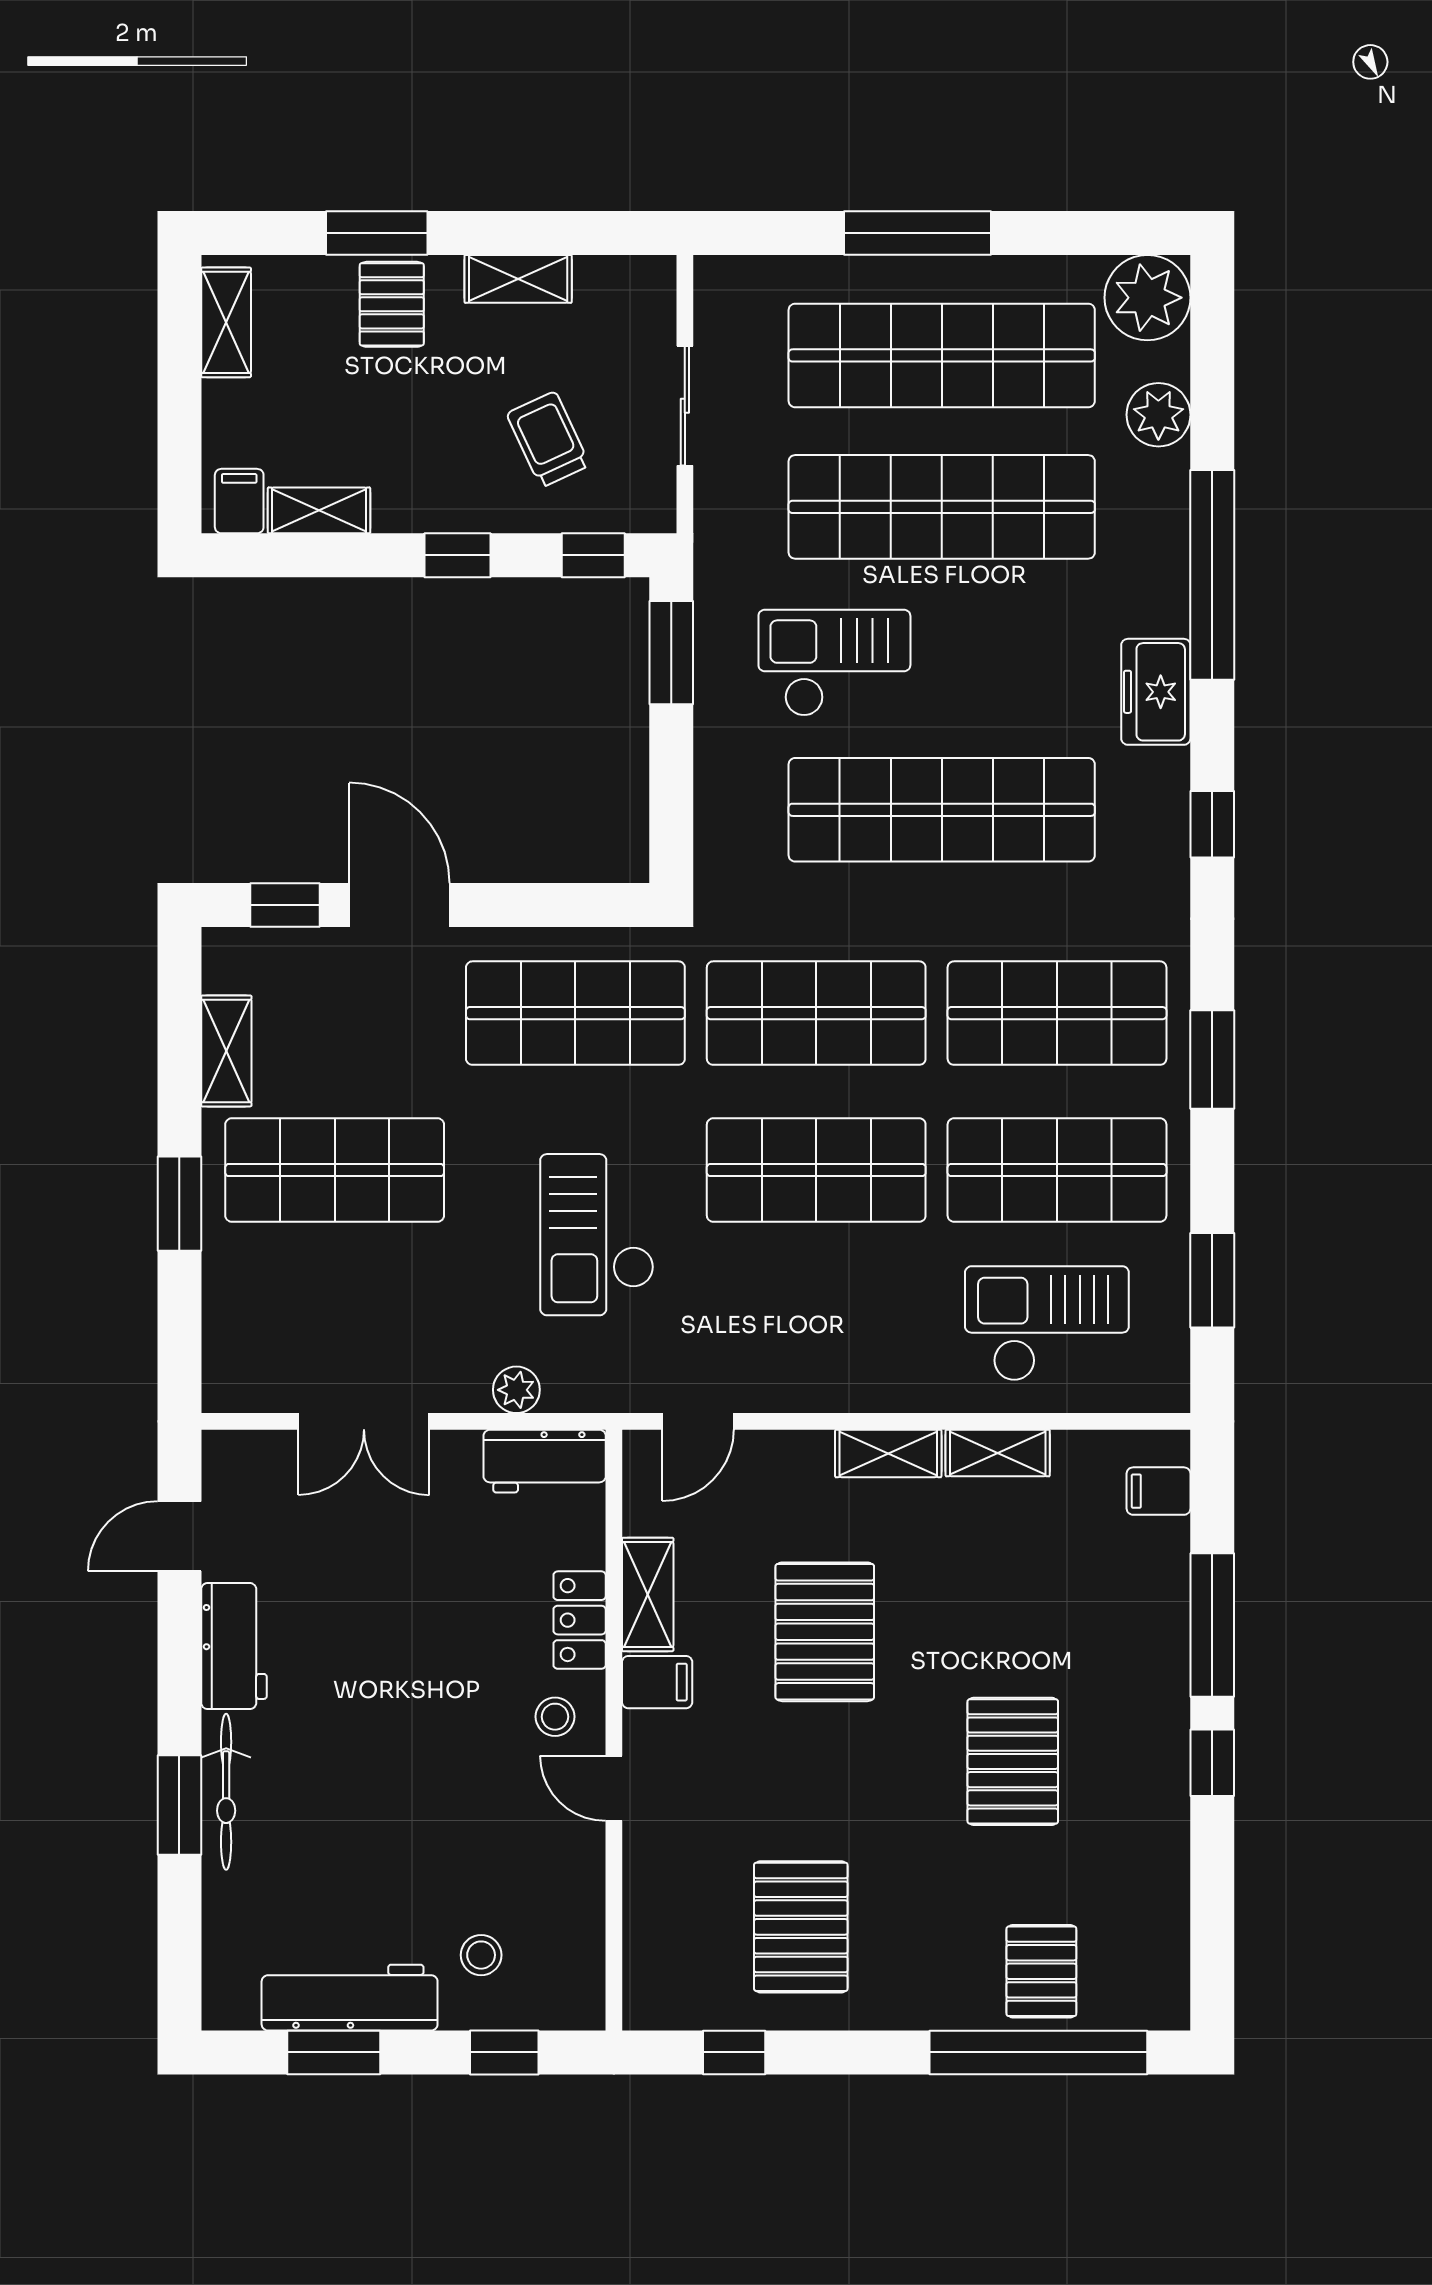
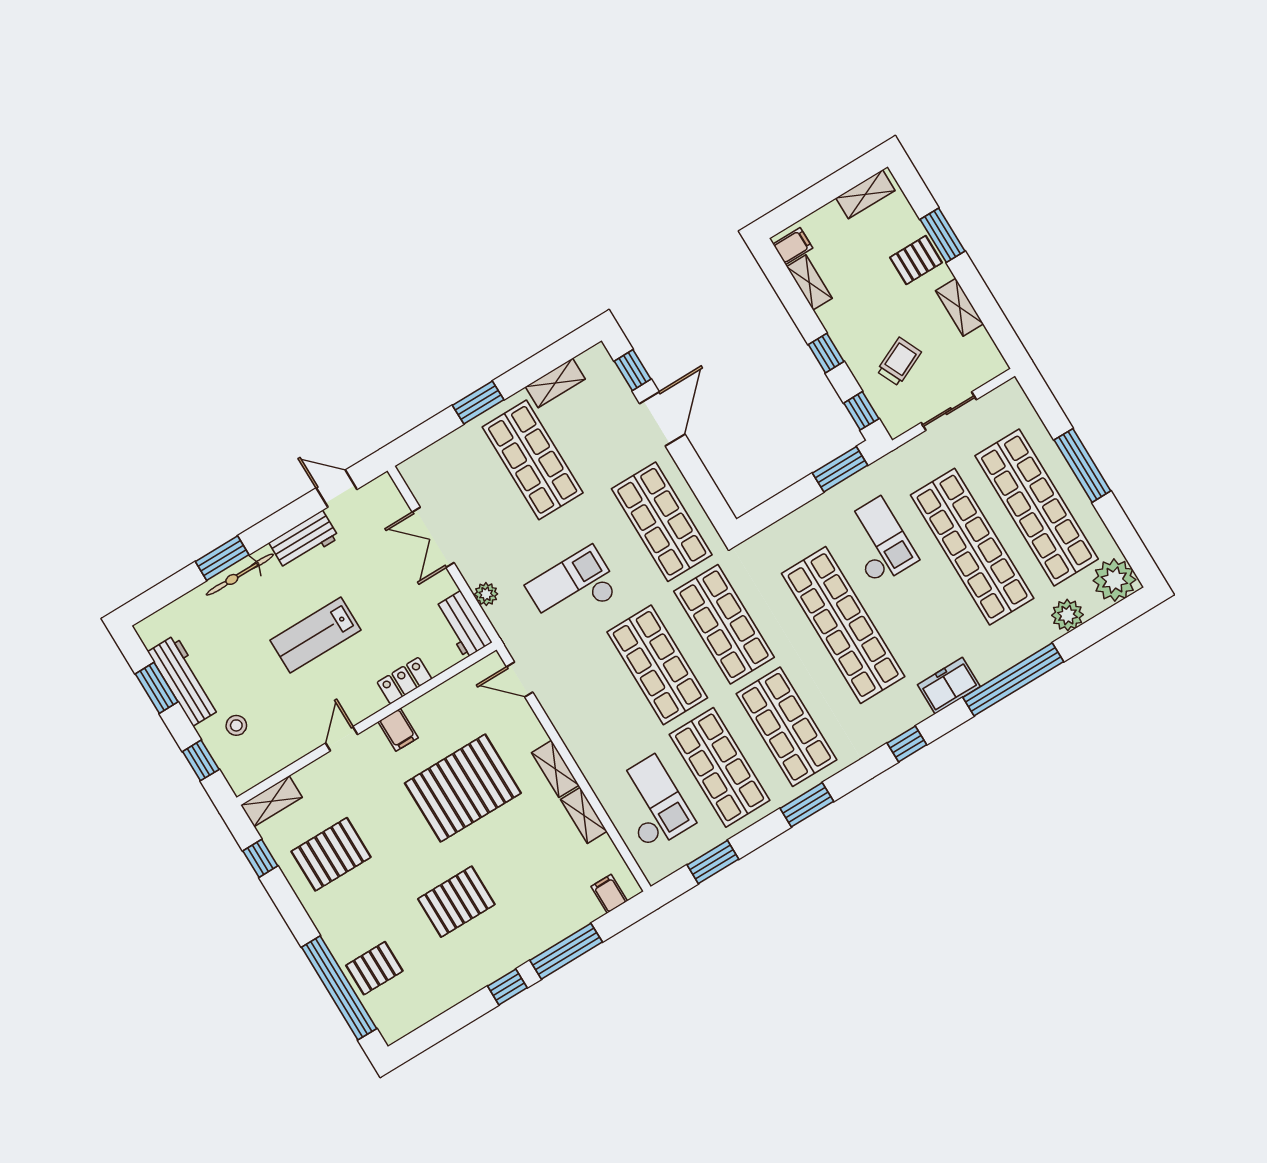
shelving: (648, 1594) -> (272, 801), moved
pallet: (825, 1632) -> (463, 788), width x1.37, depth x1.41
stool: (555, 1717) -> (357, 695), removed
lab bench: (409, 1725) -> (315, 635), added

